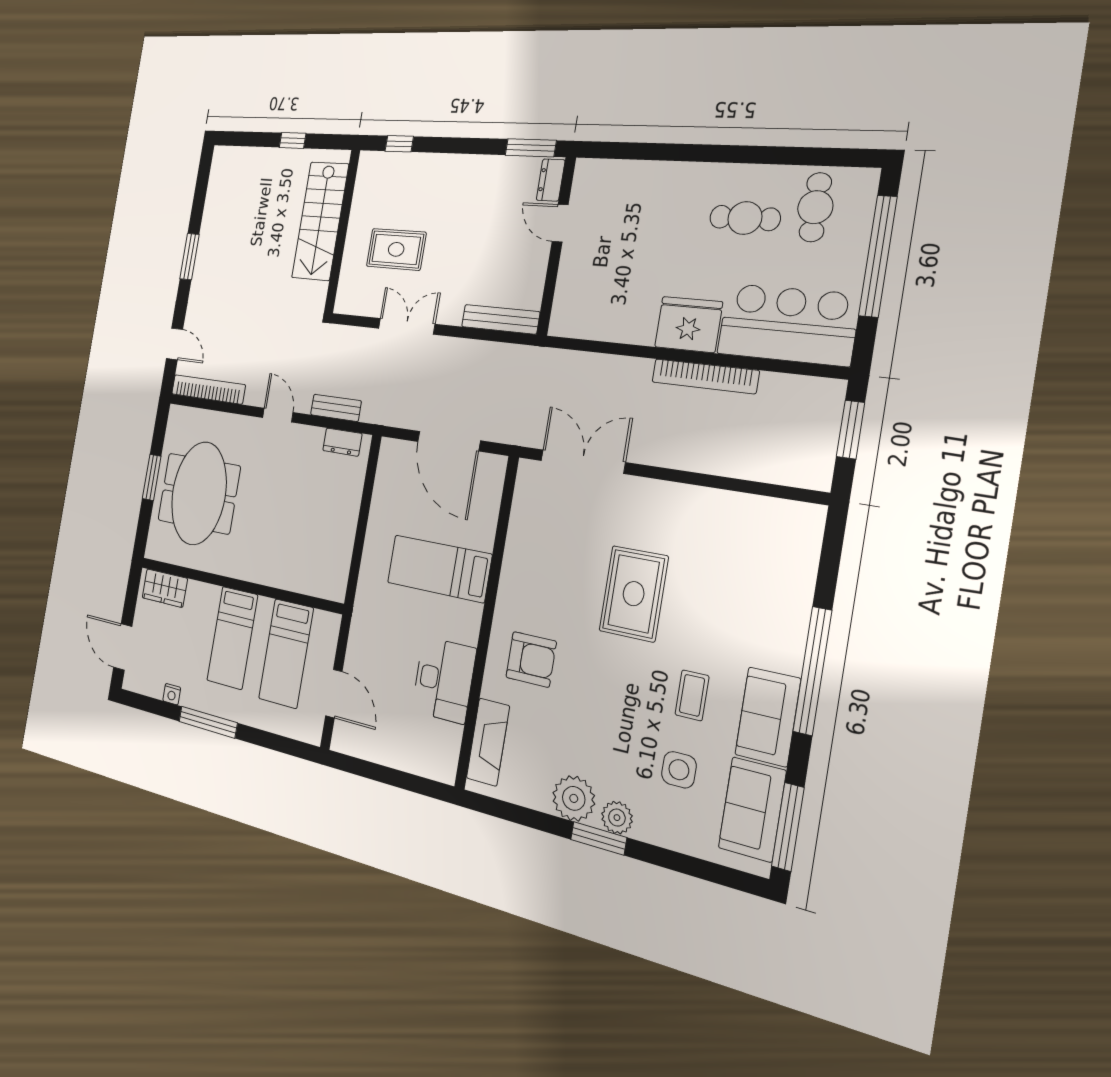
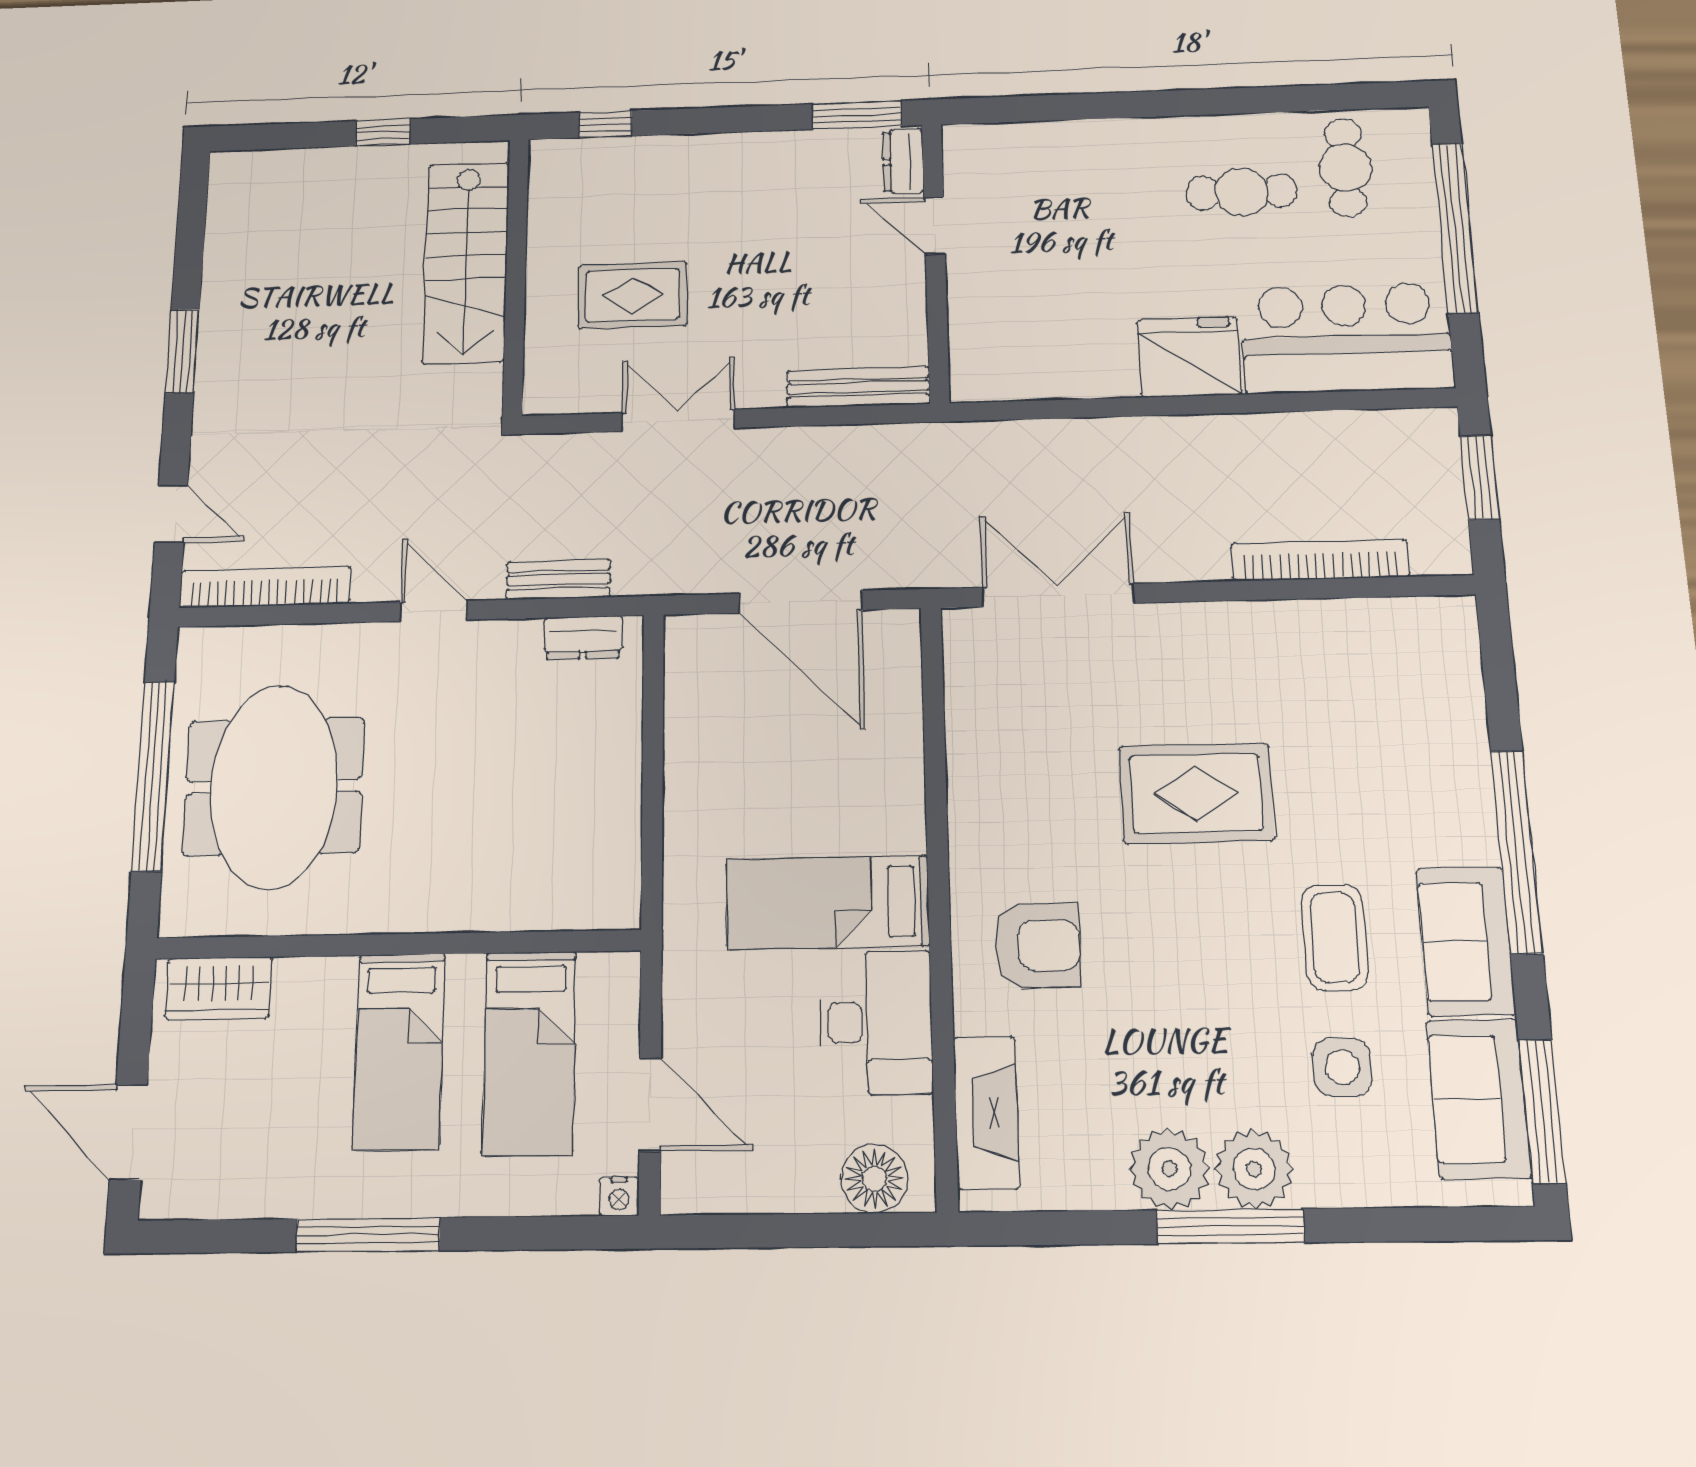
bookcase: (705, 376) -> (1320, 560), moved, turned 180
window: (152, 477) -> (153, 776), width x2.11
bed: (439, 569) -> (827, 902), moved
rug: (634, 594) -> (1196, 793), turned 90
nightstand: (172, 694) -> (619, 1196), moved
coffee table: (692, 695) -> (1335, 937), width x1.36, depth x1.30
floor lamp: (428, 761) -> (874, 1179), added
plant: (617, 818) -> (1254, 1169), width x1.36, depth x1.36
window: (599, 838) -> (1230, 1226), width x1.44

